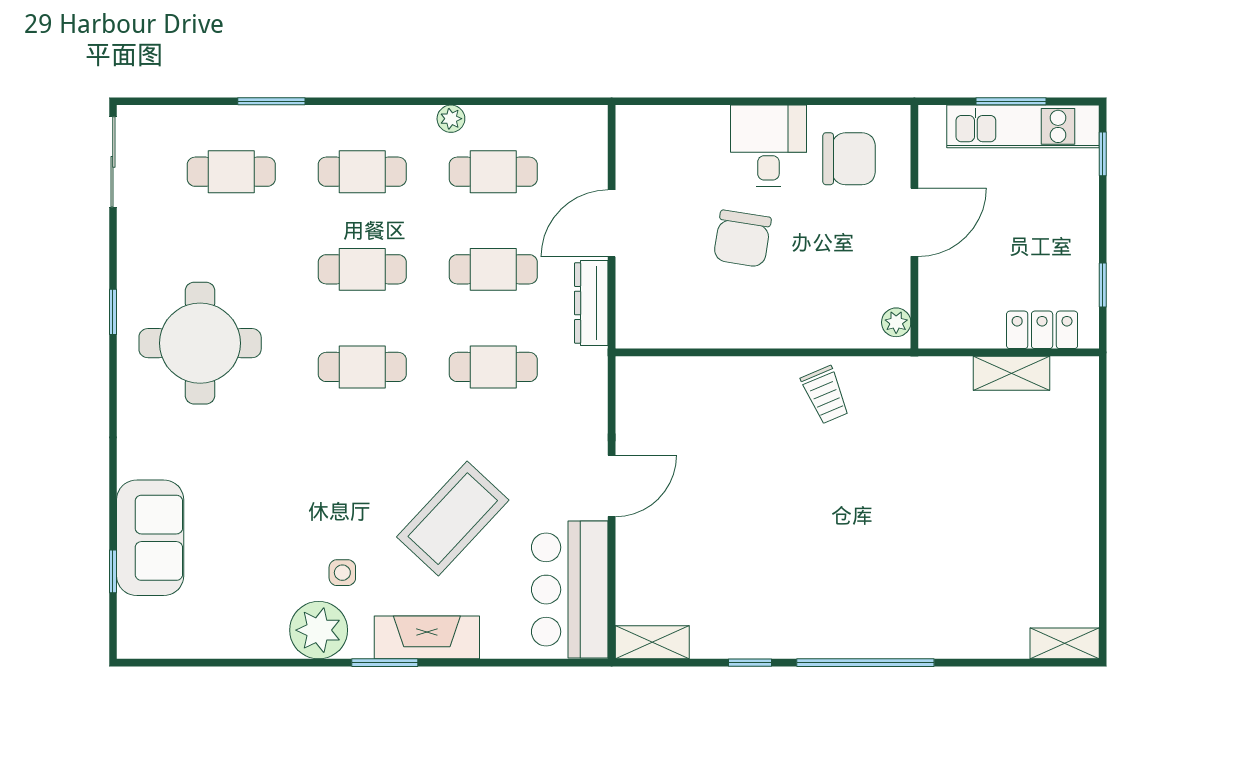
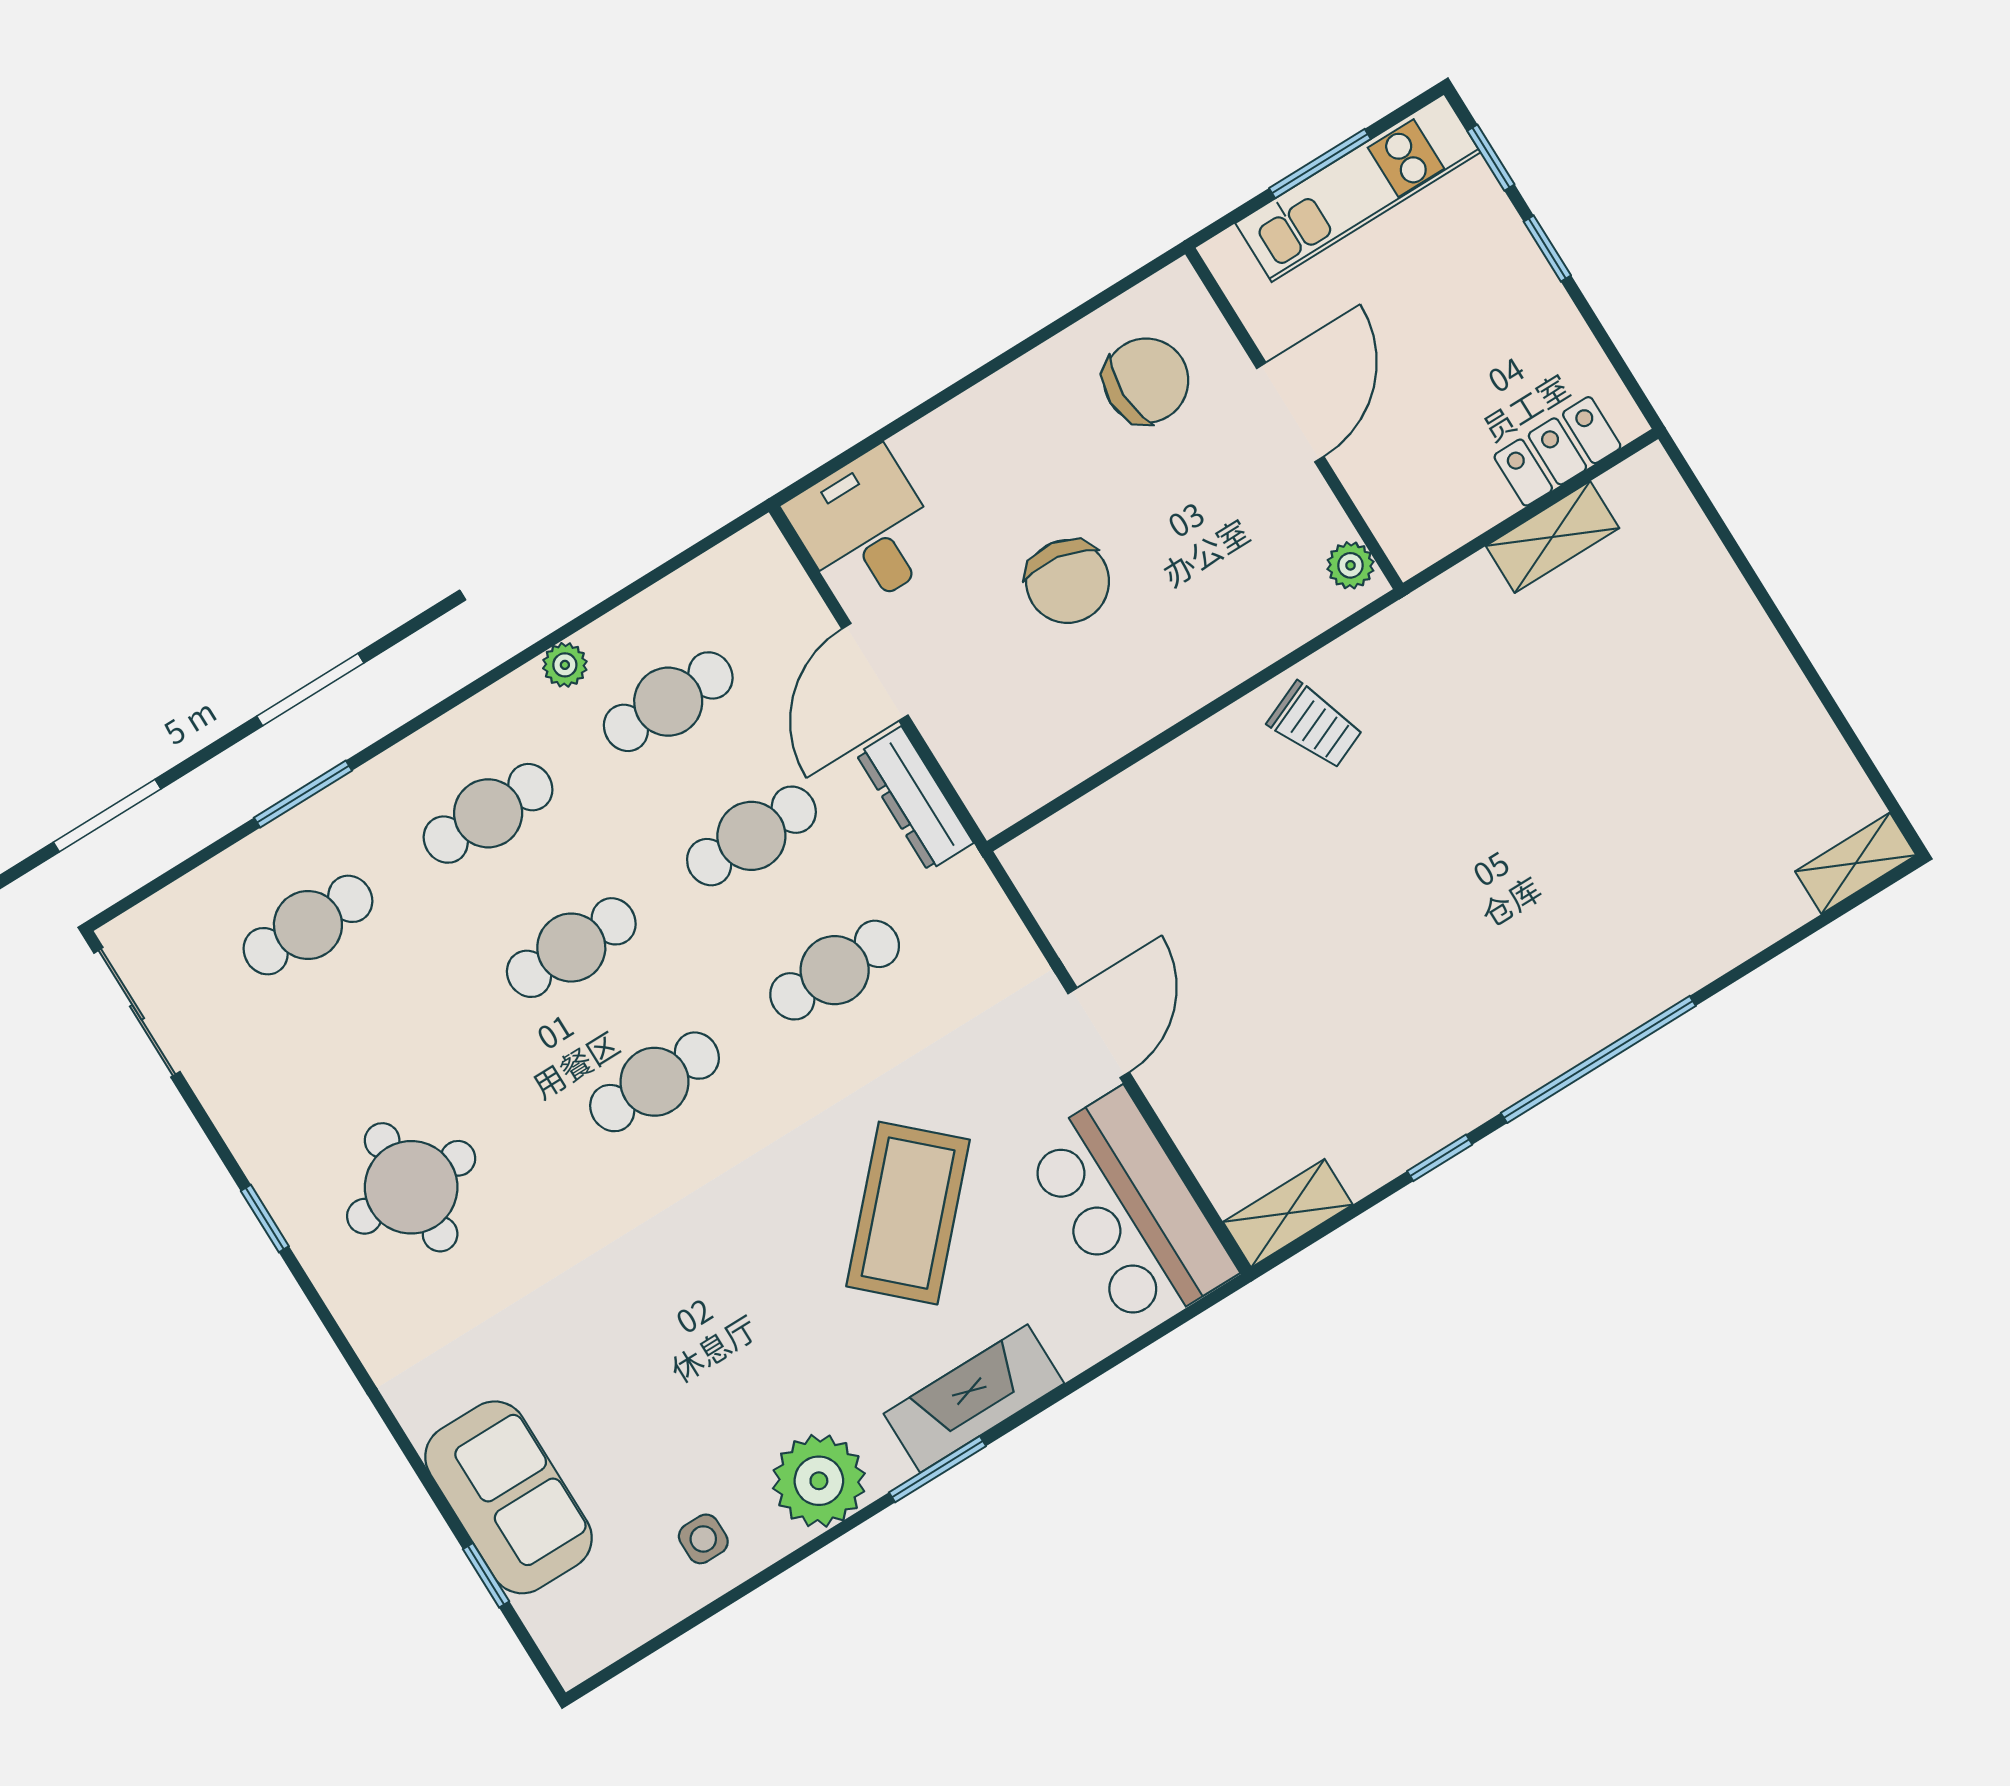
desk: (768, 146) -> (866, 530), moved
window: (1103, 285) -> (1547, 249), moved
round table: (200, 343) -> (411, 1187), width x0.73, depth x0.73
side table: (342, 573) -> (703, 1539), moved

